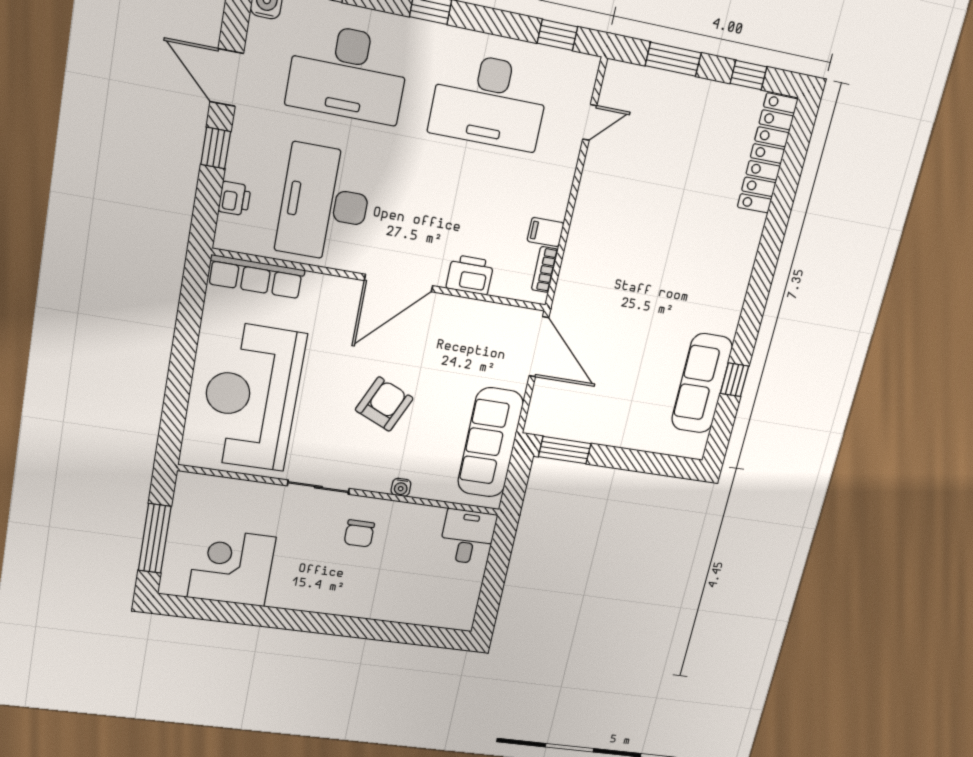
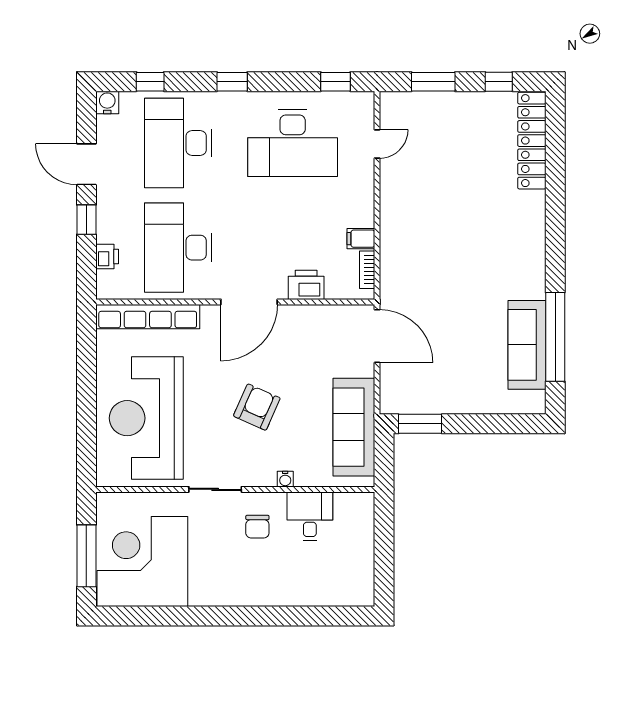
desk: (348, 73) -> (178, 143), turned 90
row of seats: (256, 277) -> (148, 317), width x1.36
window: (734, 380) -> (555, 337), width x3.17
desk: (468, 537) -> (310, 516), moved
corner desk: (232, 567) -> (142, 561), width x1.36, depth x1.36

